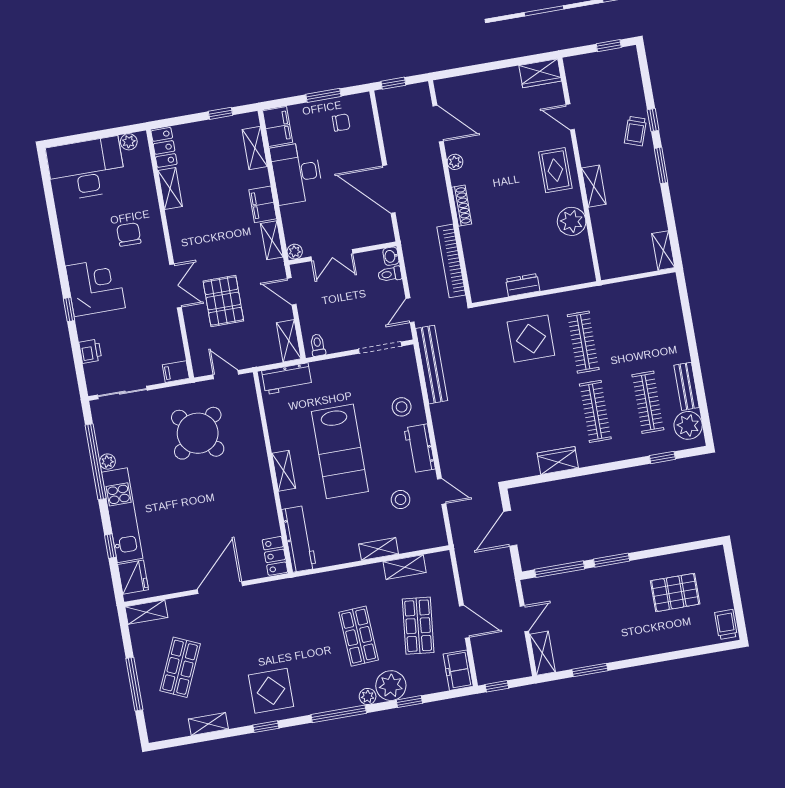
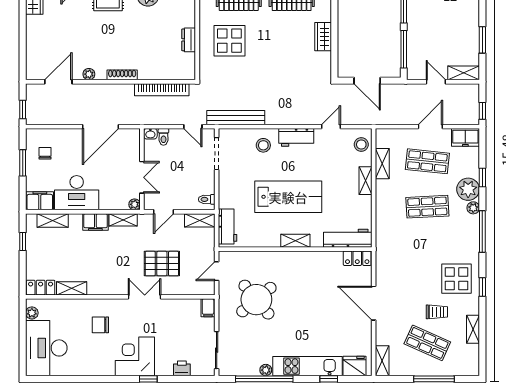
stool: (401, 500) -> (361, 145), moved
trolley: (223, 673) -> (437, 312), added

